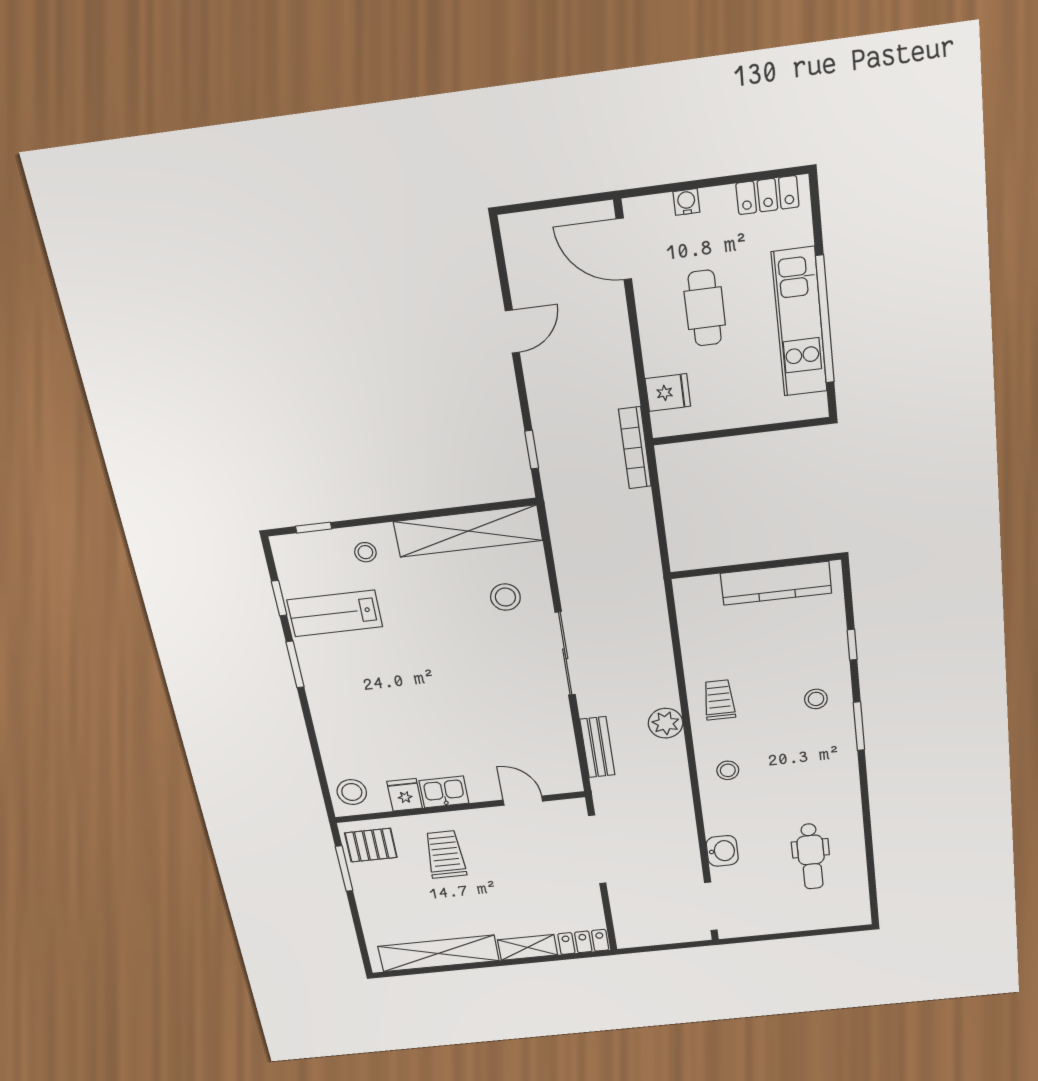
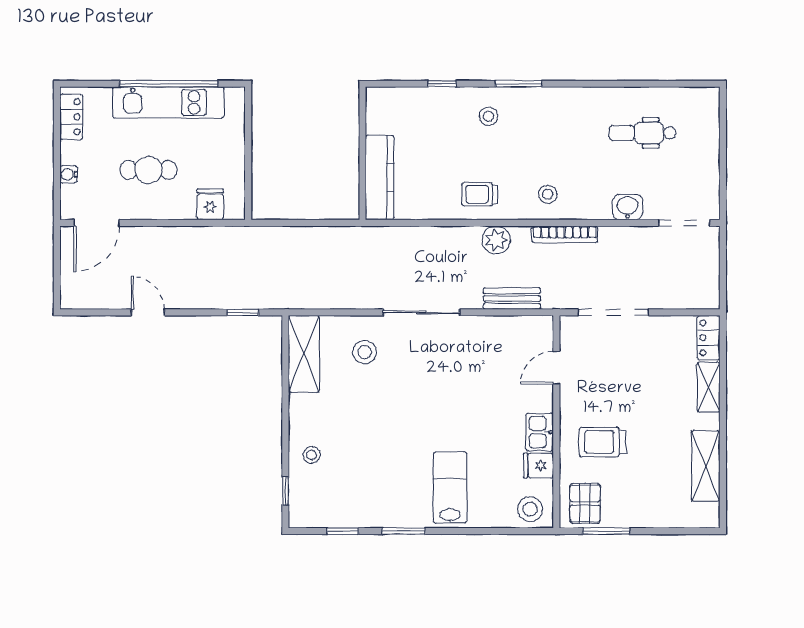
bookcase: (635, 448) -> (565, 234), moved
shelving: (468, 531) -> (304, 354), width x0.68
kitchen counter: (776, 583) -> (380, 177), moved
lab bench: (335, 613) -> (450, 487), moved, turned 180
dental chair: (811, 856) -> (642, 133), turned 180
shelving: (438, 953) -> (706, 466), width x0.68

